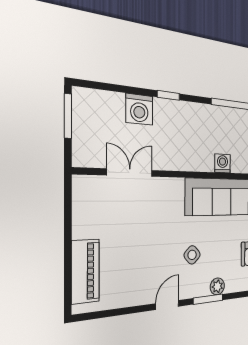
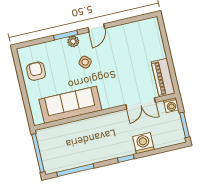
washing machine: (223, 163) -> (171, 105), moved
piano: (85, 271) -> (163, 78), moved
plant: (217, 286) -> (73, 41), moved

